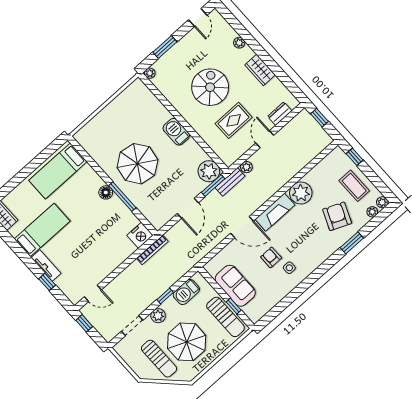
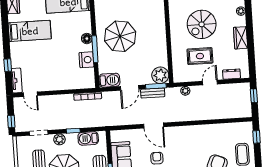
spiral stairs: (210, 87) -> (202, 24), turned 180
barbecue: (176, 132) -> (109, 80), moved, turned 90
bench: (230, 182) -> (153, 93), moved
plant: (301, 193) -> (206, 133), removed
fireplace: (275, 212) -> (181, 132), removed
nightstand: (140, 235) -> (86, 60), moved, turned -90
tv unit: (46, 265) -> (17, 80), moved
window: (84, 323) -> (11, 122), moved

